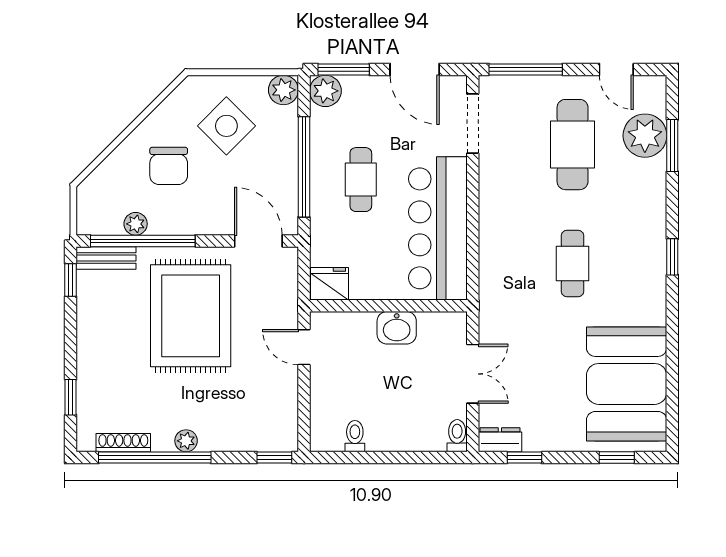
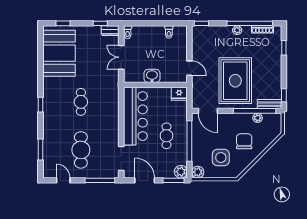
side table: (226, 126) -> (221, 157), turned 45
plant: (645, 136) -> (52, 154), removed

